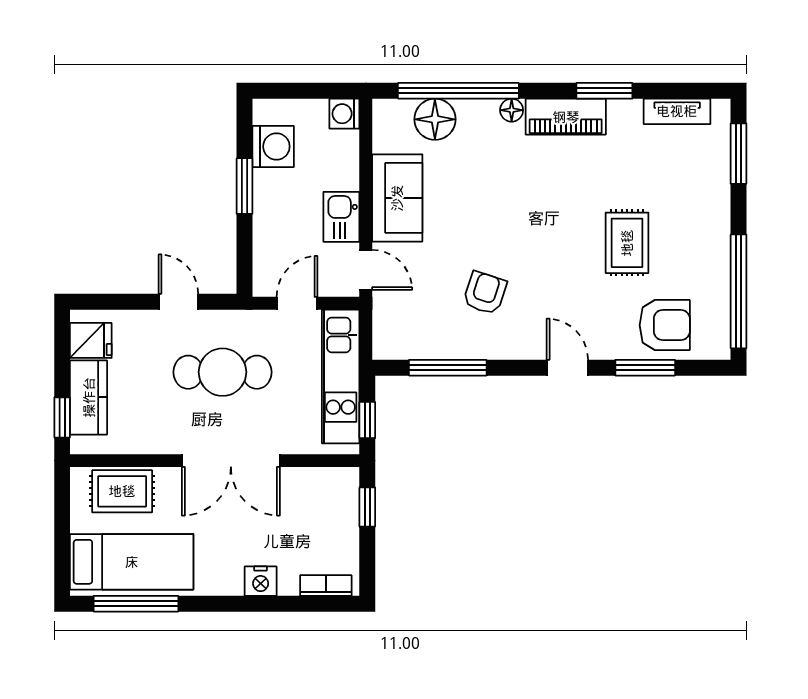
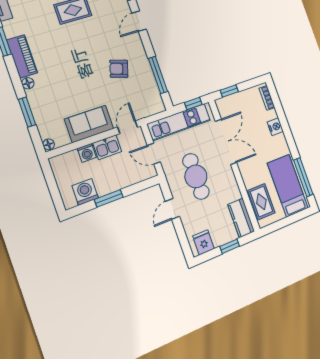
window: (458, 91) -> (27, 112), width x0.47
washing machine: (344, 114) -> (87, 153), moved
floor lamp: (435, 119) -> (49, 144), moved, width x0.53, depth x0.53
kitchen counter: (89, 397) -> (241, 218), moved, turned -90
window: (62, 417) -> (230, 246), moved
double door: (231, 461) -> (226, 142), moved

